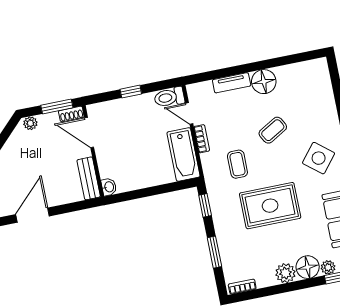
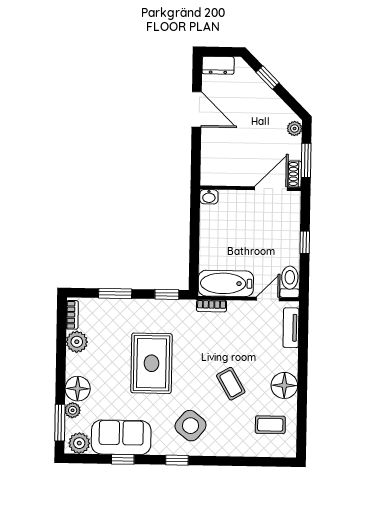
tv unit: (232, 83) -> (291, 328), moved
bookcase: (202, 139) -> (212, 306), moved
coffee table: (237, 164) -> (270, 425), moved
bench: (89, 178) -> (223, 177), removed
plant: (285, 273) -> (77, 342), moved

